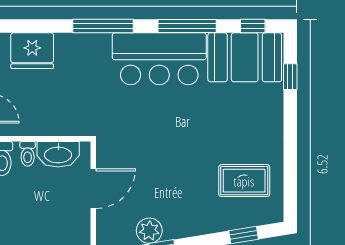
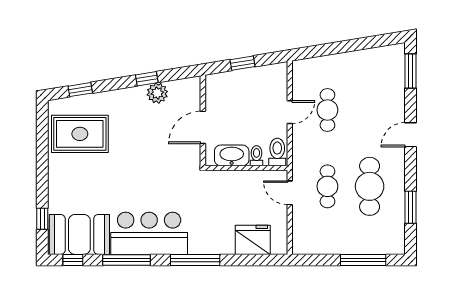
rug: (244, 181) -> (80, 134), width x1.36, depth x1.43

